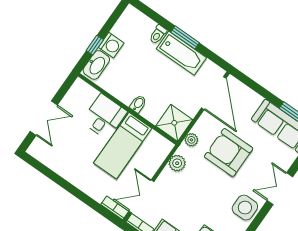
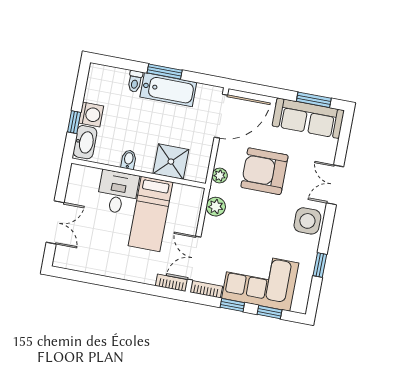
door: (214, 93) -> (221, 116), hinge flipped
bidet: (138, 104) -> (129, 160), moved
shower: (174, 123) -> (171, 162), moved

